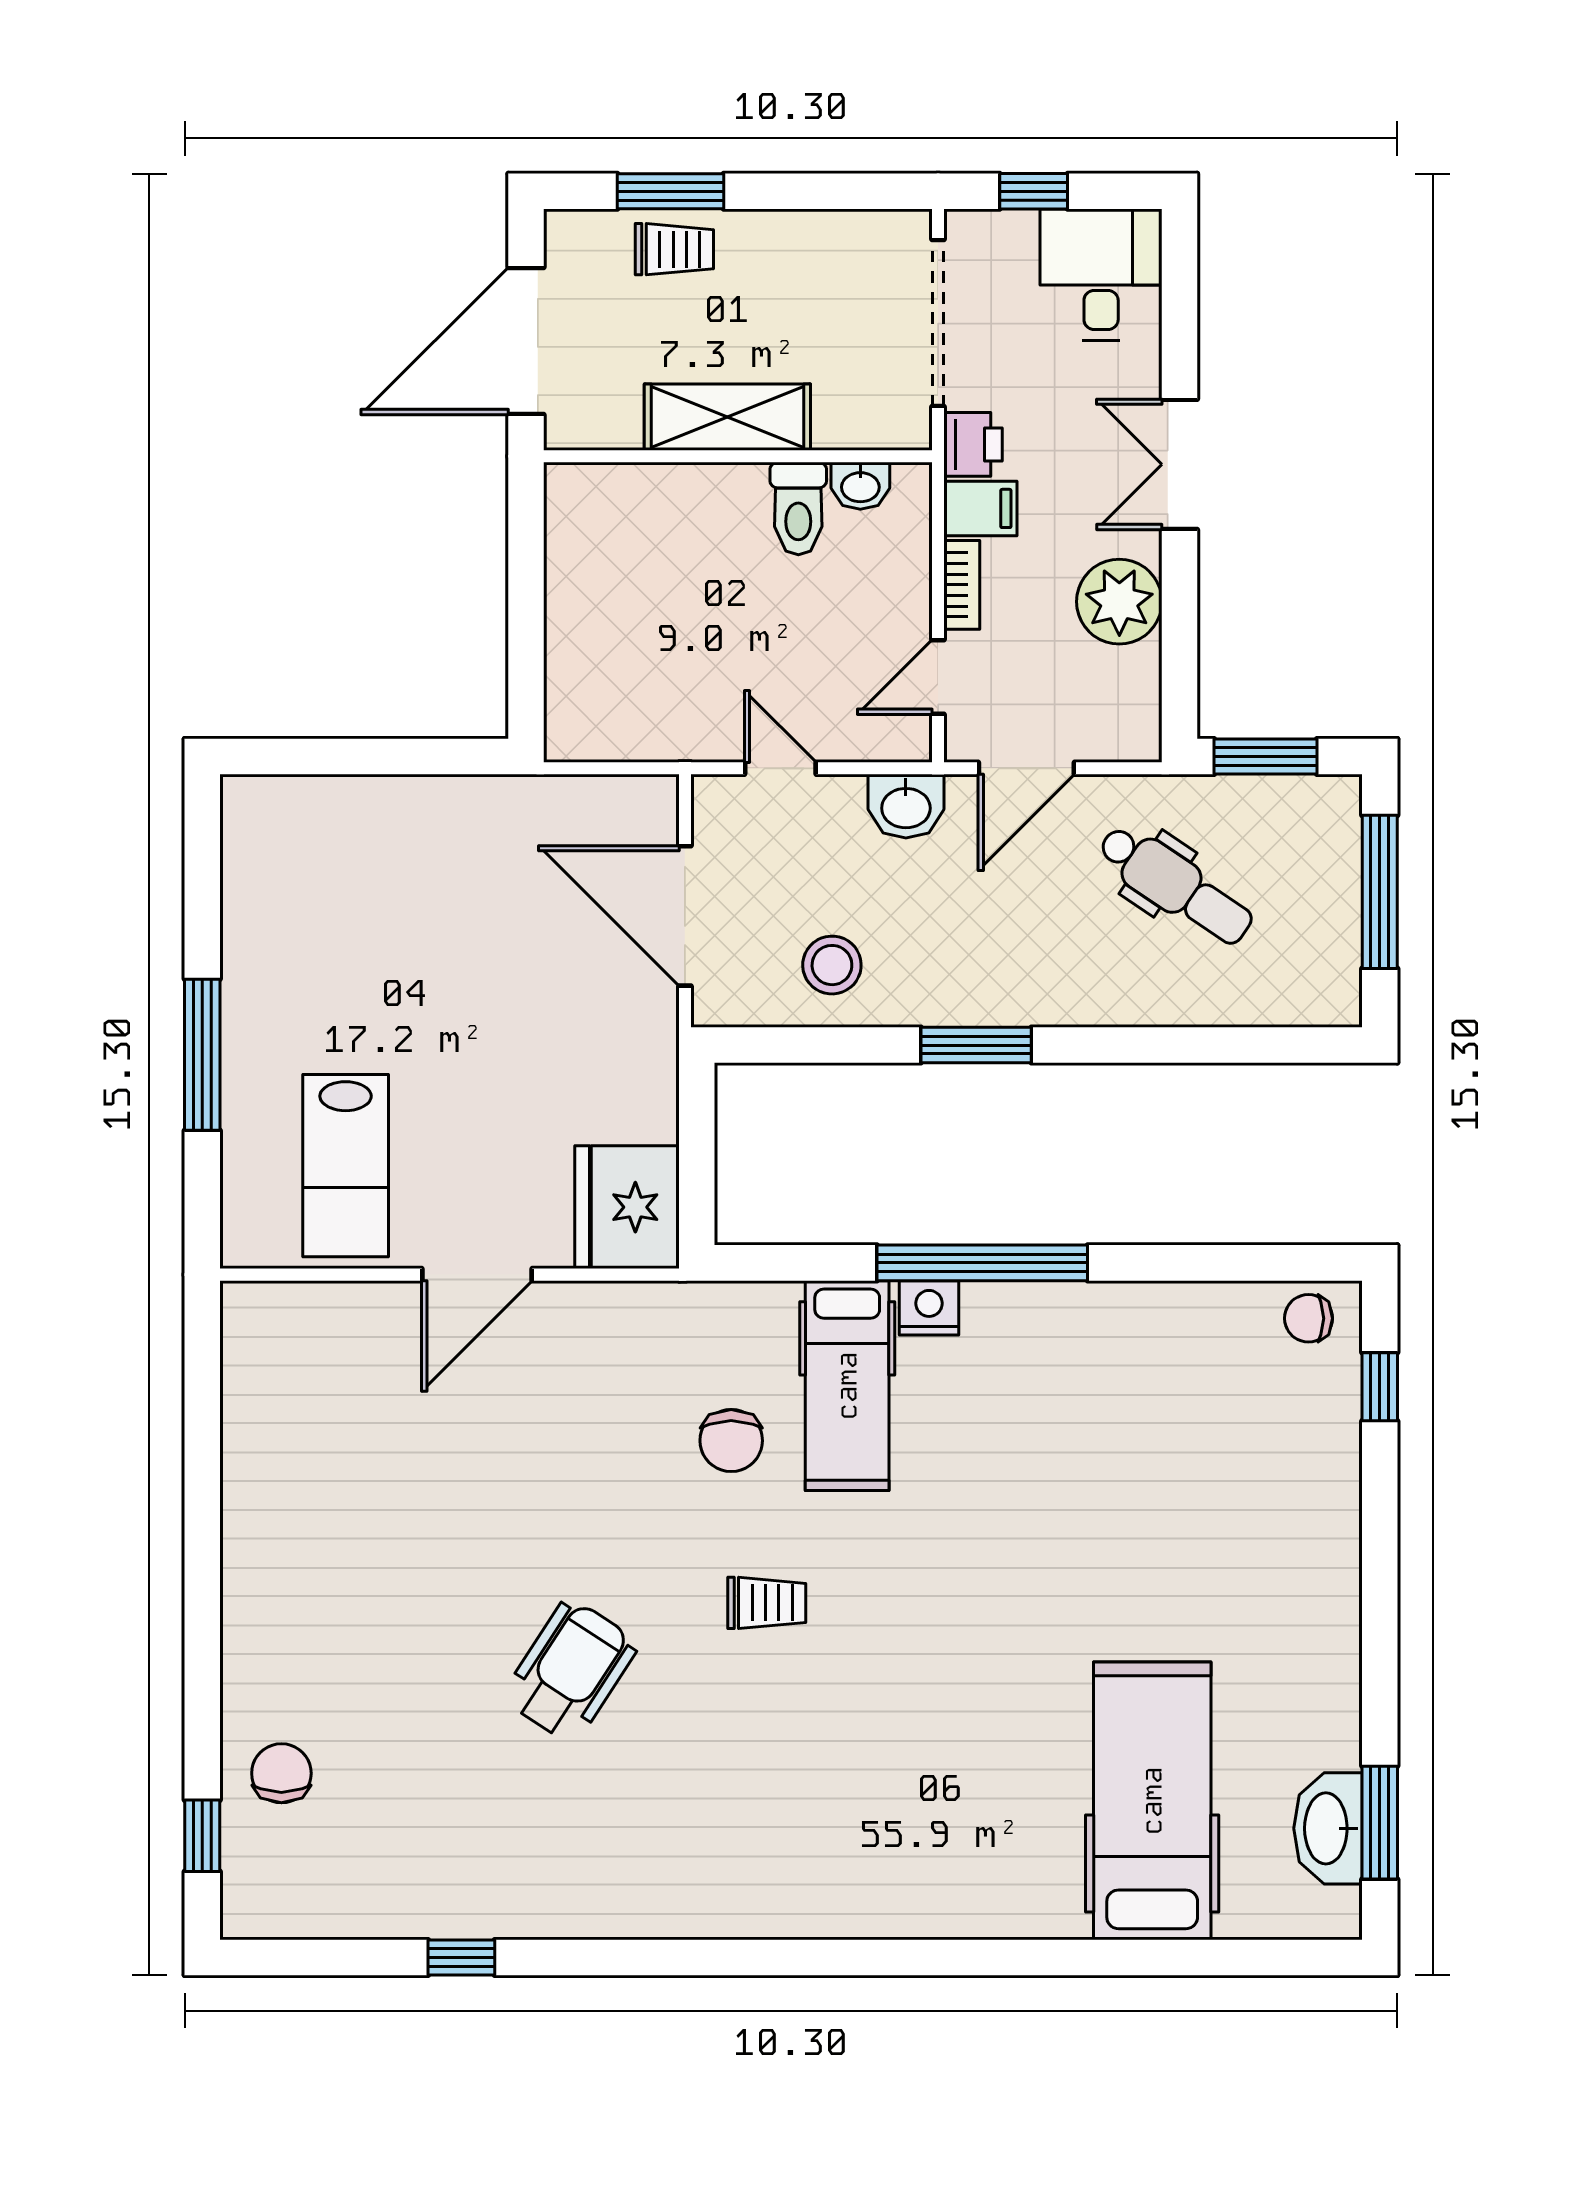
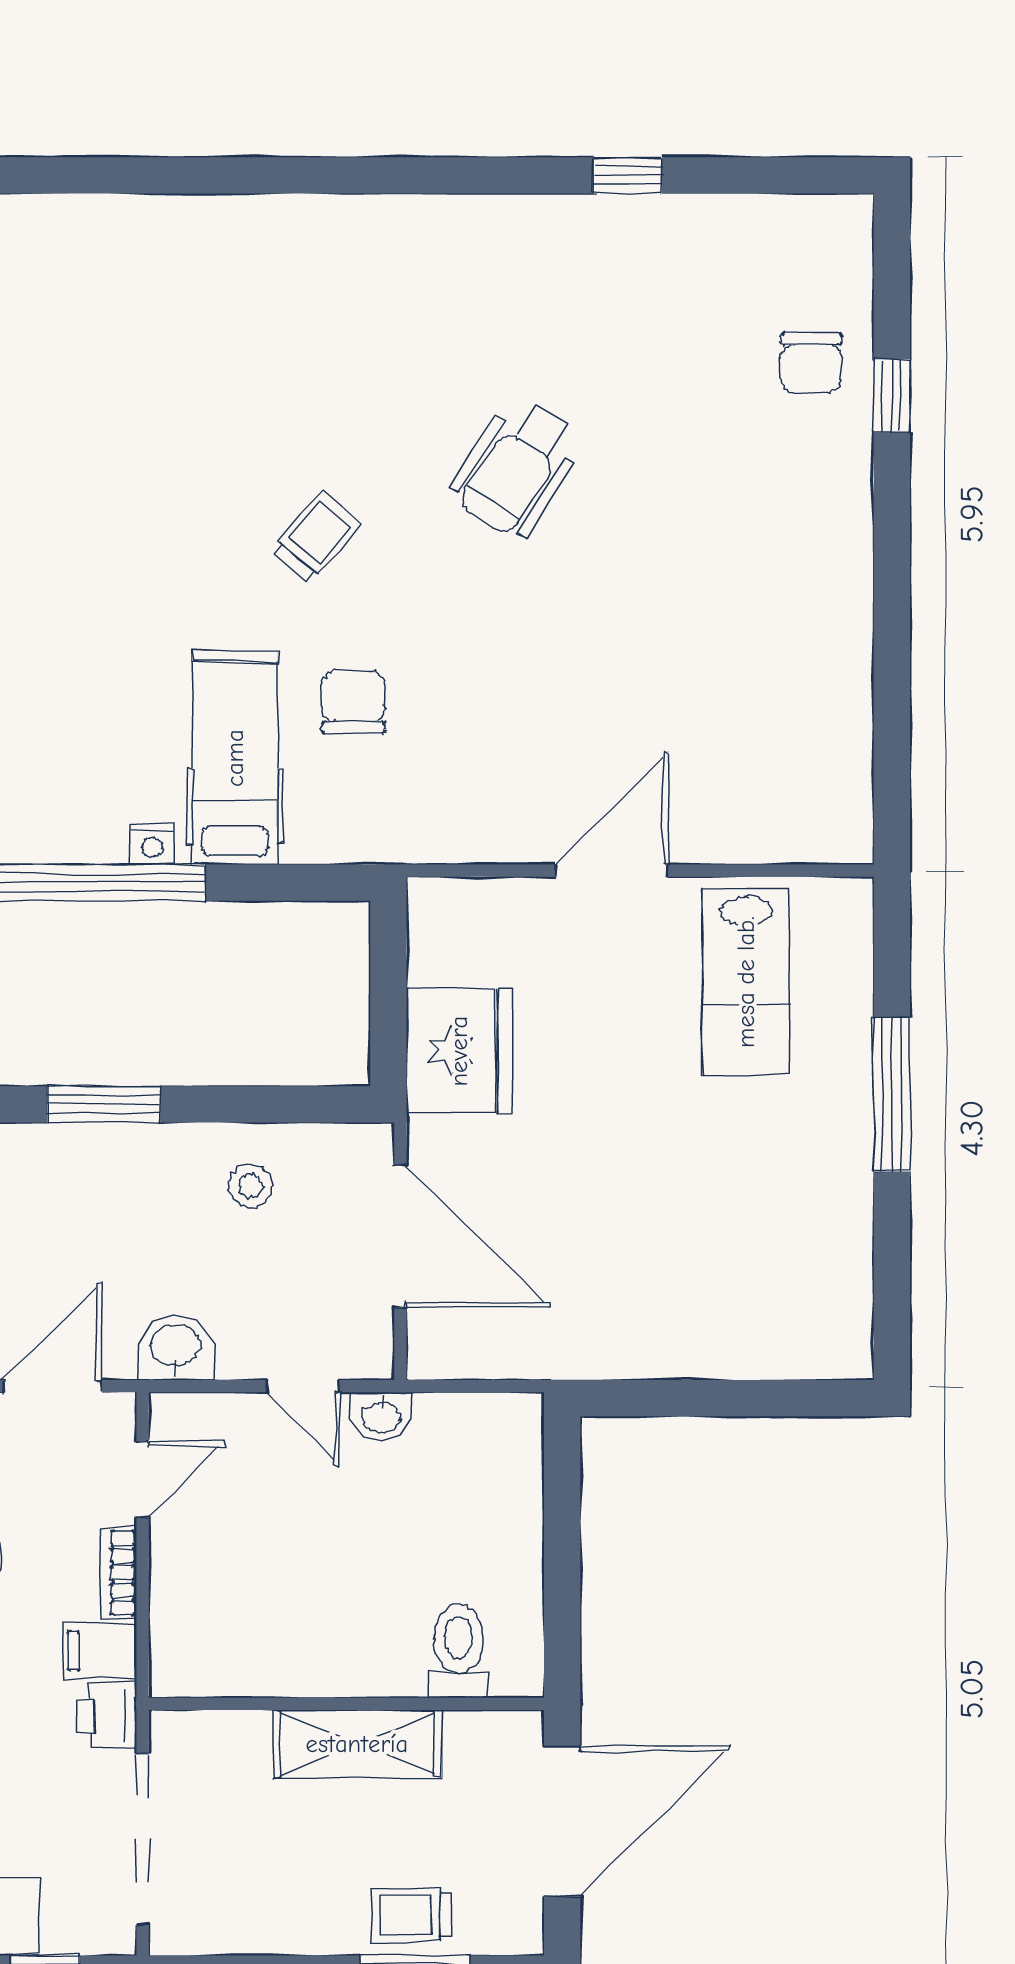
washbasin: (860, 486) -> (381, 1416), moved, turned 180
toilet: (798, 508) -> (458, 1651), moved
stool: (832, 965) -> (251, 1186), width x0.73, depth x0.73
lab bench: (346, 1166) -> (746, 982), turned 180
fridge: (627, 1207) -> (459, 1051), moved
nightstand: (929, 1308) -> (152, 844), width x0.72, depth x0.74
trolley: (767, 1603) -> (317, 536), turned 131
window: (202, 1836) -> (892, 396), moved

